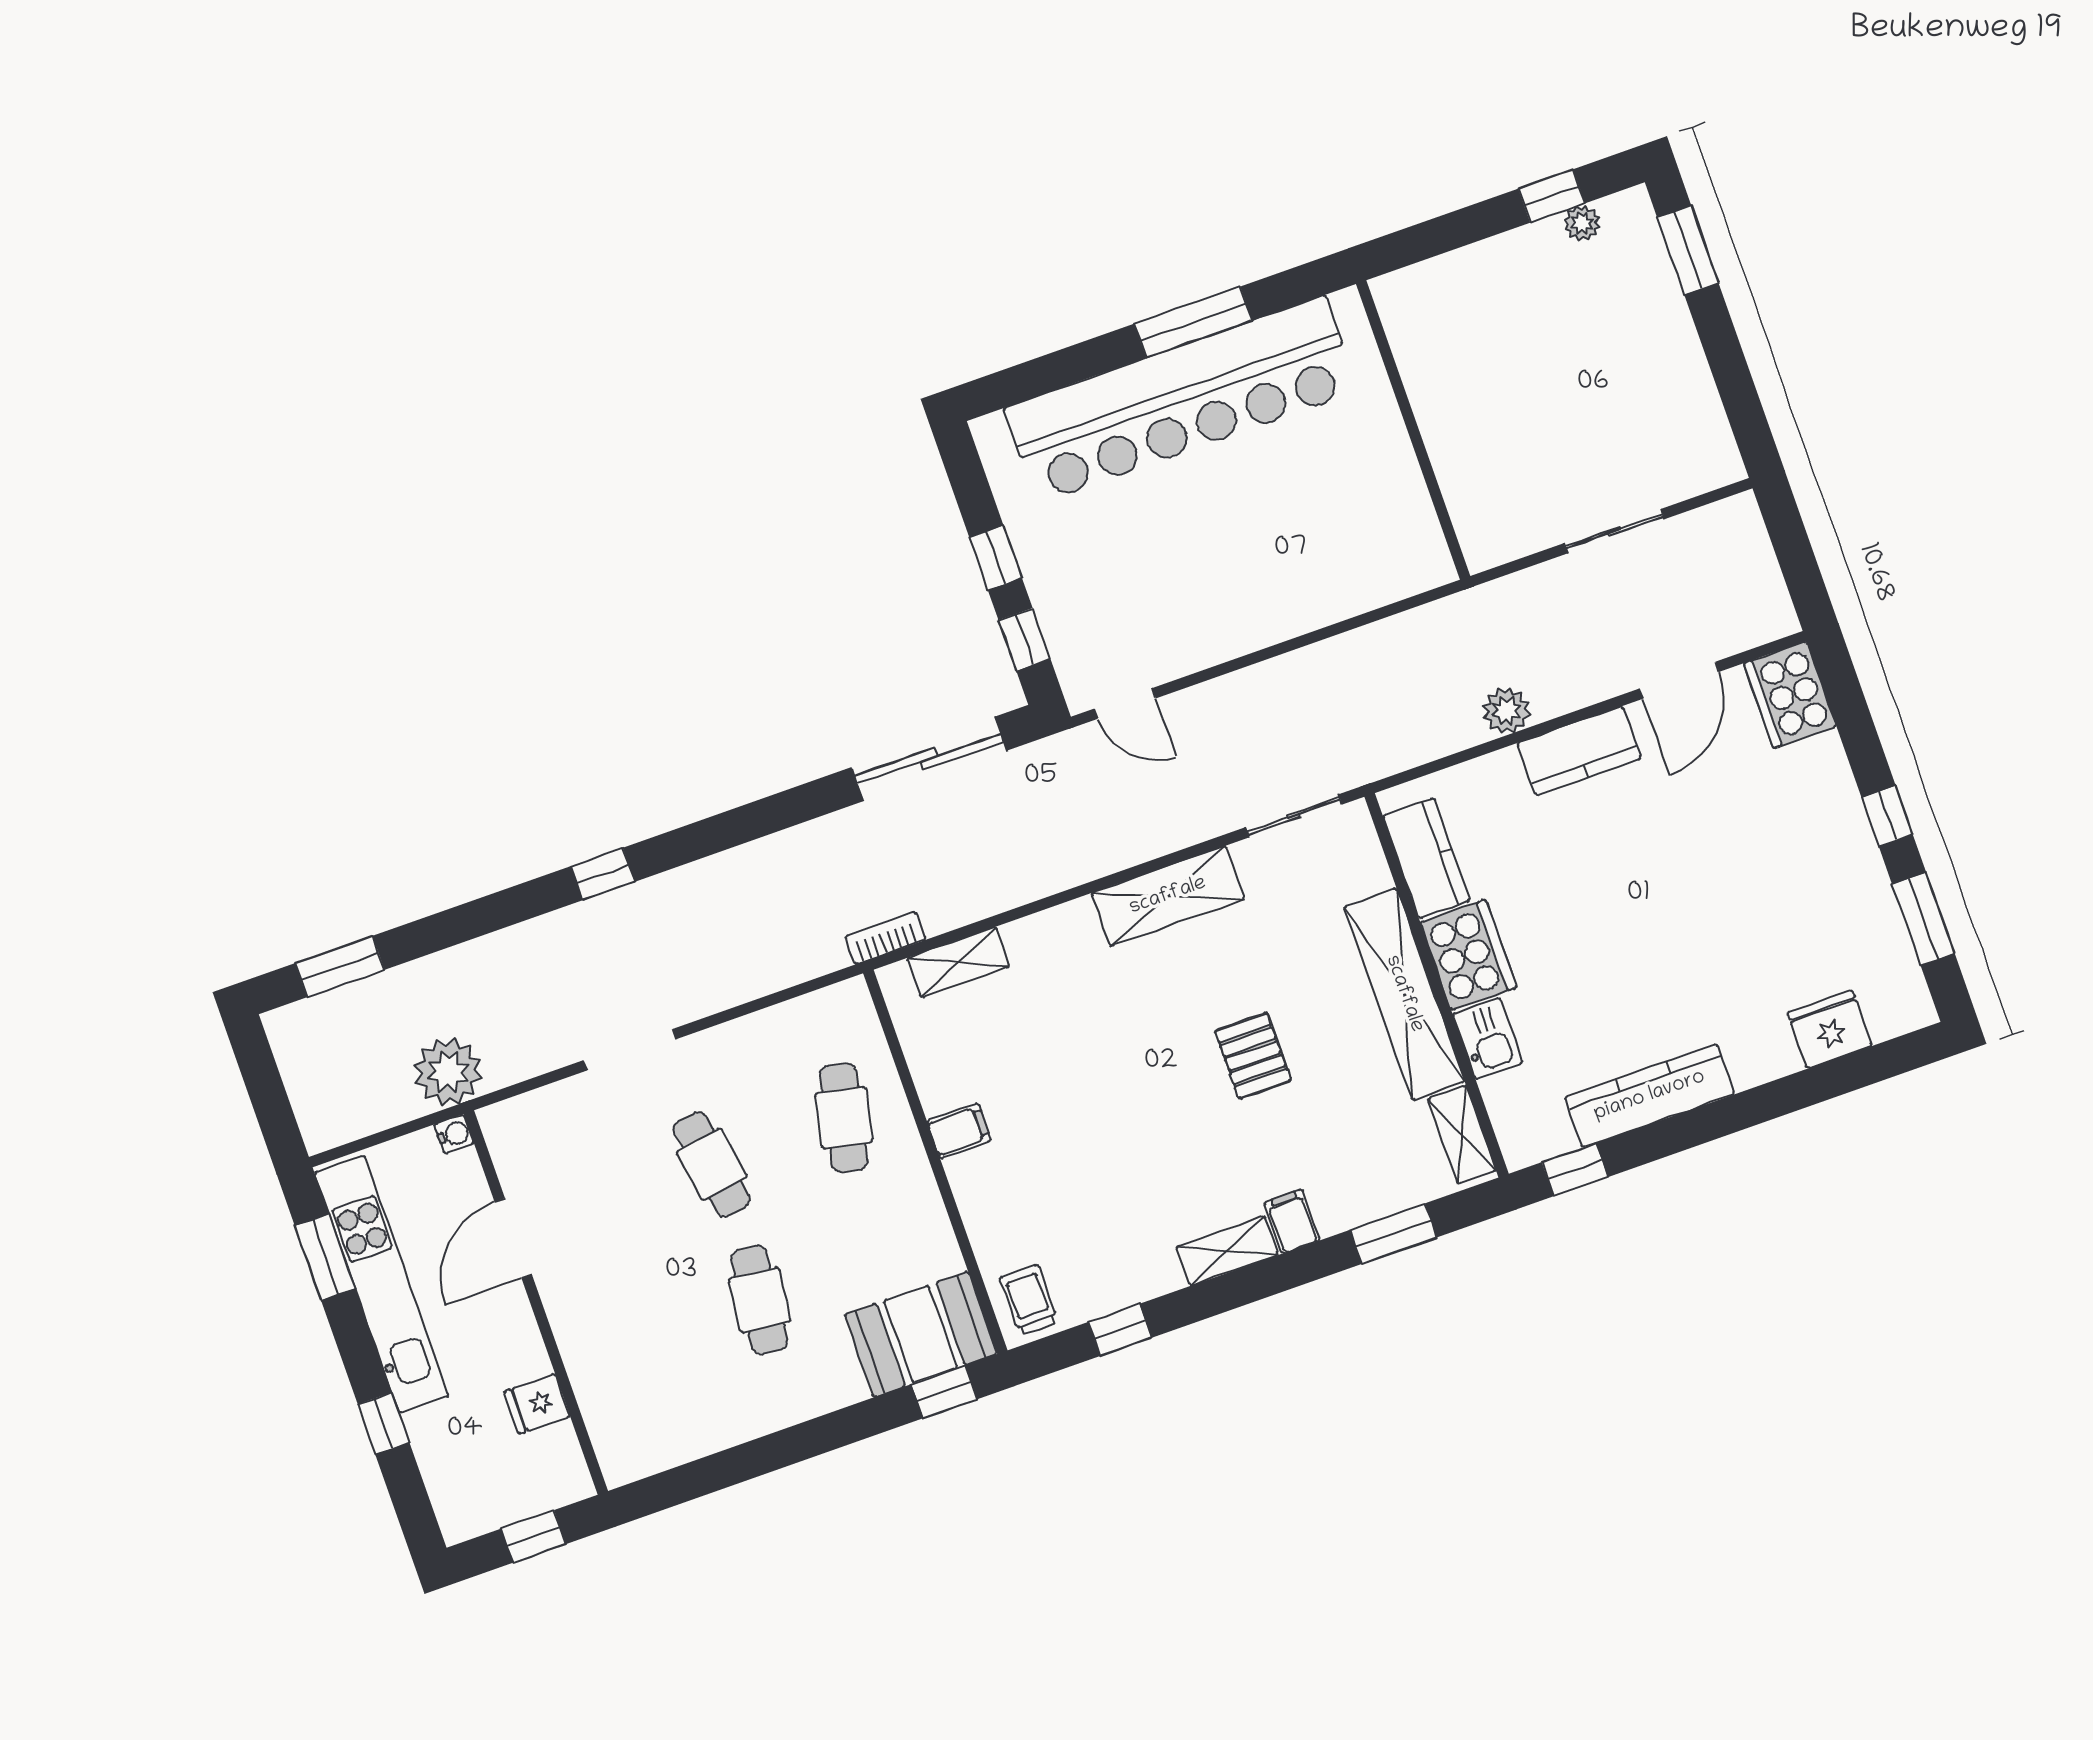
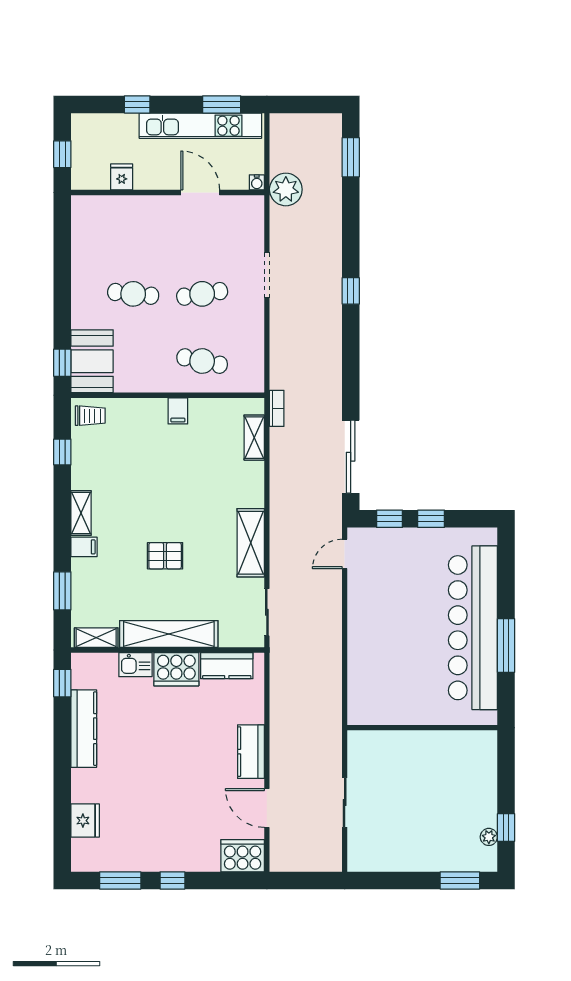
plant: (1506, 711) -> (281, 725), removed

